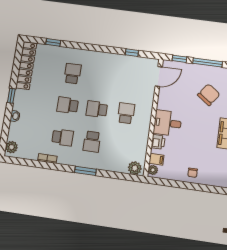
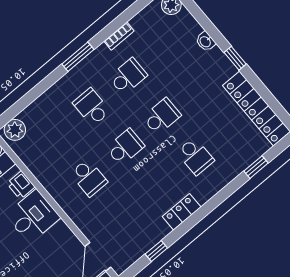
locker: (104, 57) -> (182, 212), added
school desk: (63, 137) -> (128, 76), turned 180
window: (85, 171) -> (78, 57), moved

